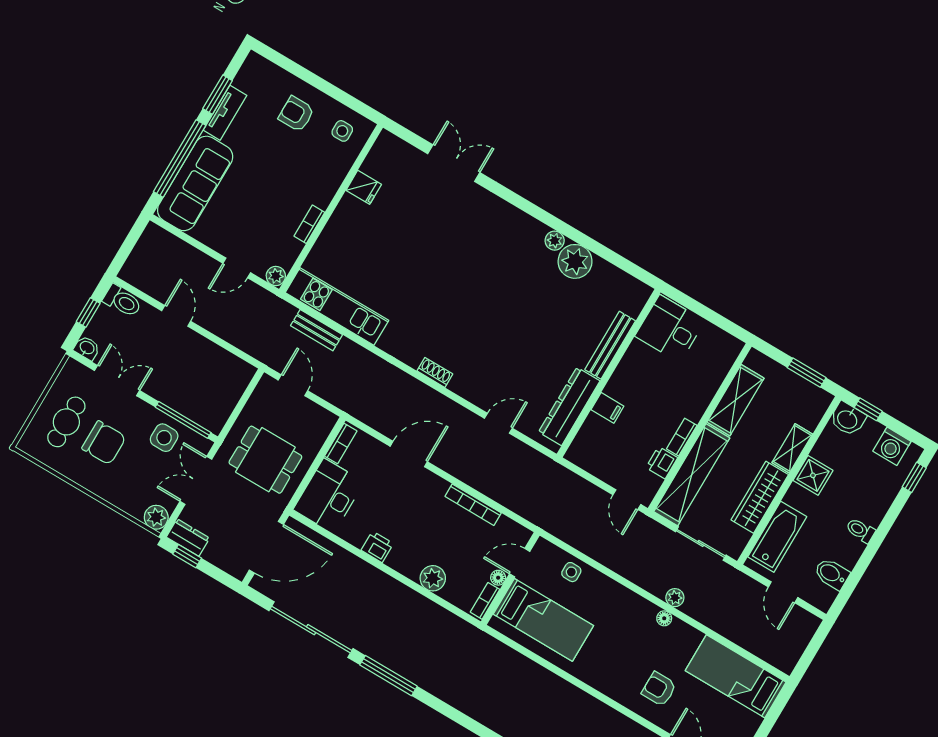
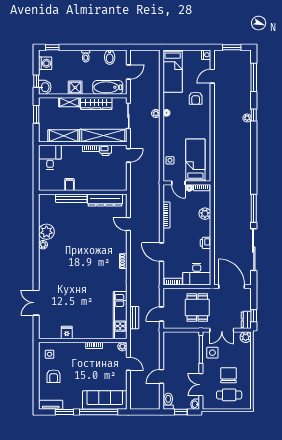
tv unit: (225, 113) -> (51, 405), moved
desk: (670, 329) -> (50, 157), moved, turned 180
filing cabinet: (607, 408) -> (69, 185), moved

